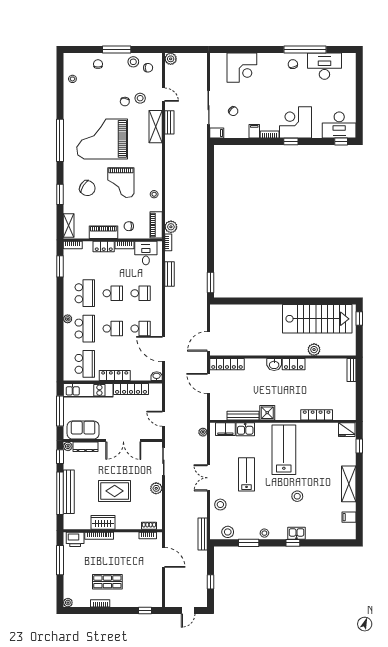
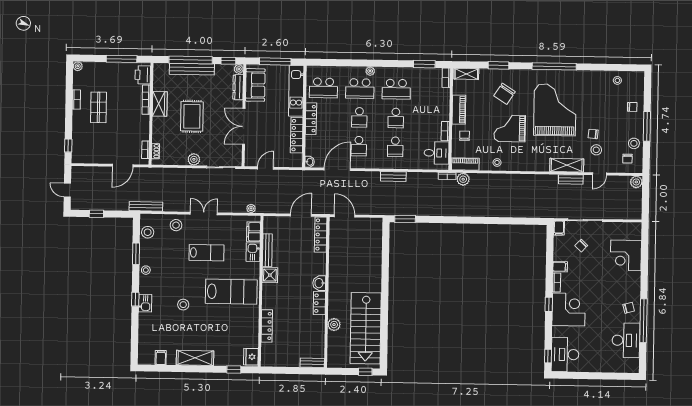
locker: (104, 247) -> (444, 110), removed
bench: (169, 274) -> (393, 176), moved

